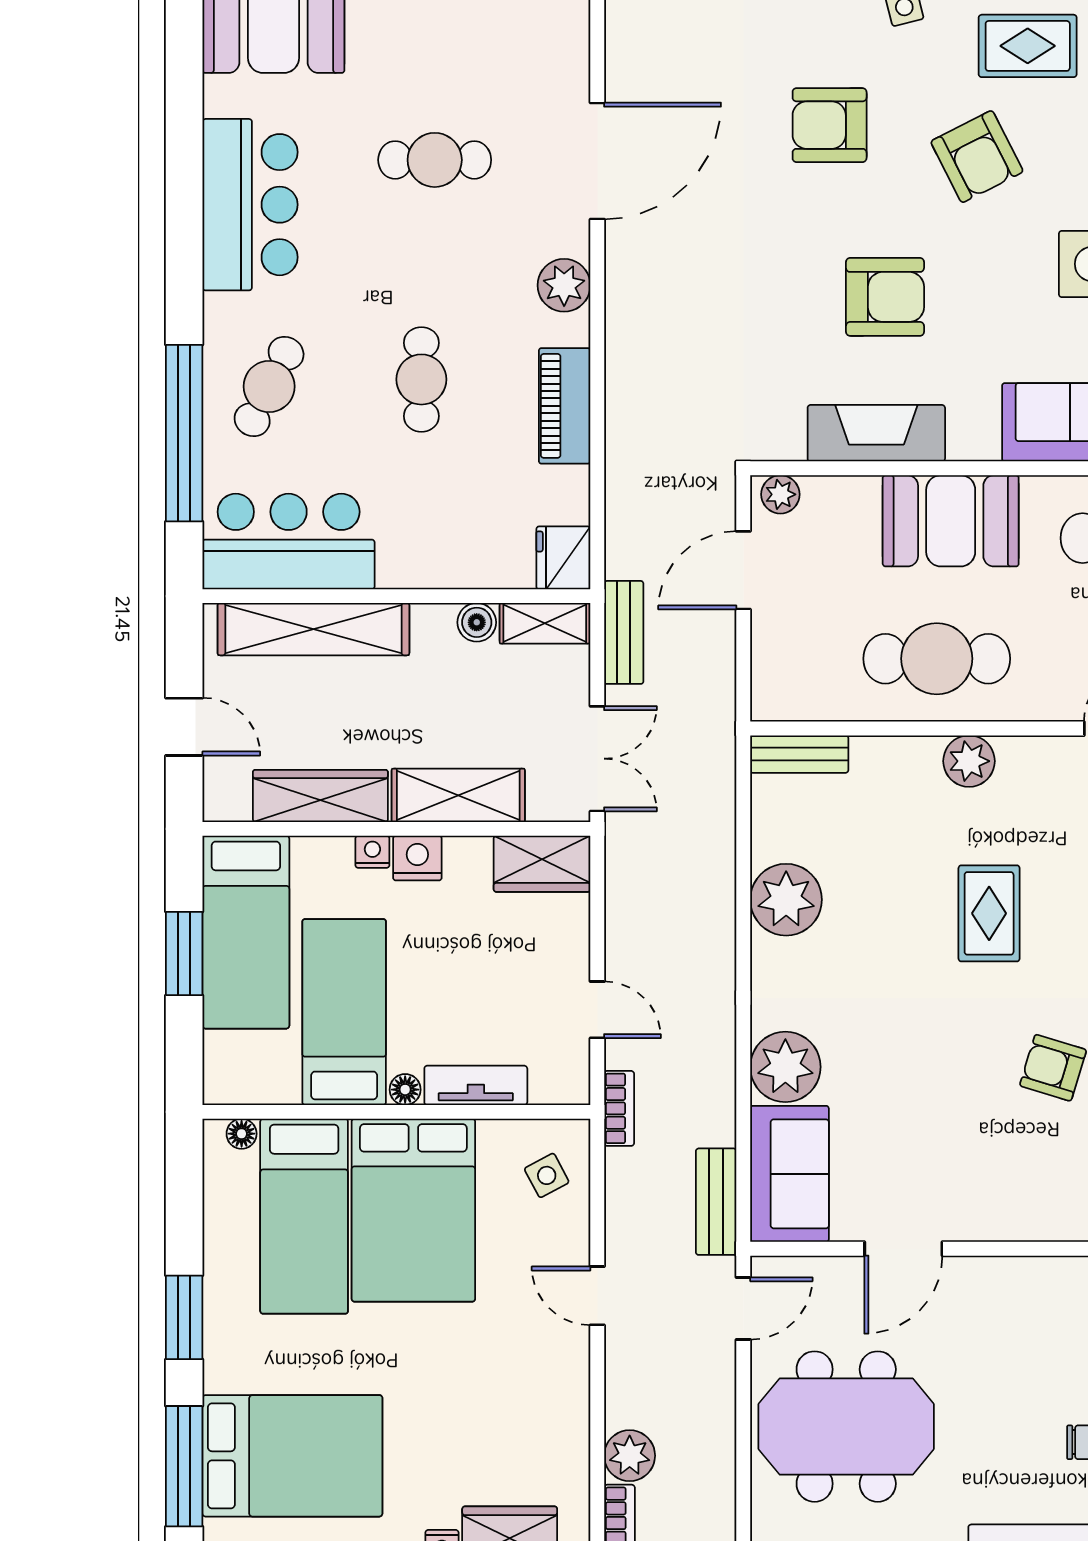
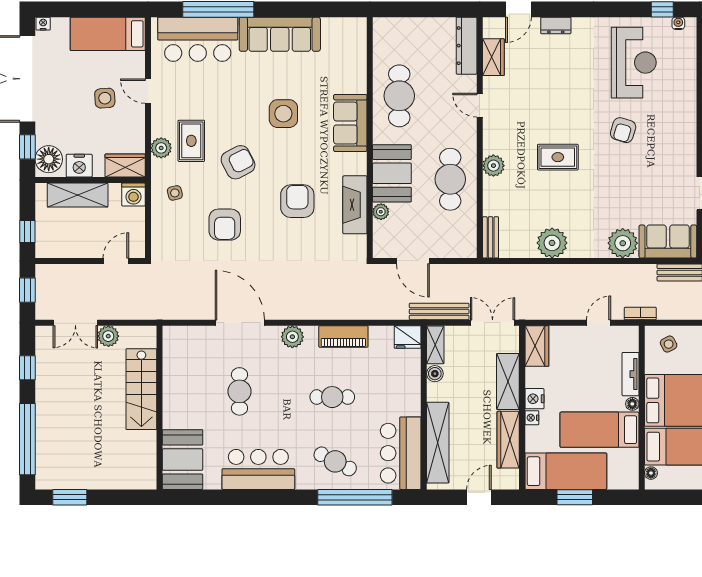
plant: (780, 494) -> (381, 212), moved
bench: (624, 632) -> (439, 311), width x1.36

